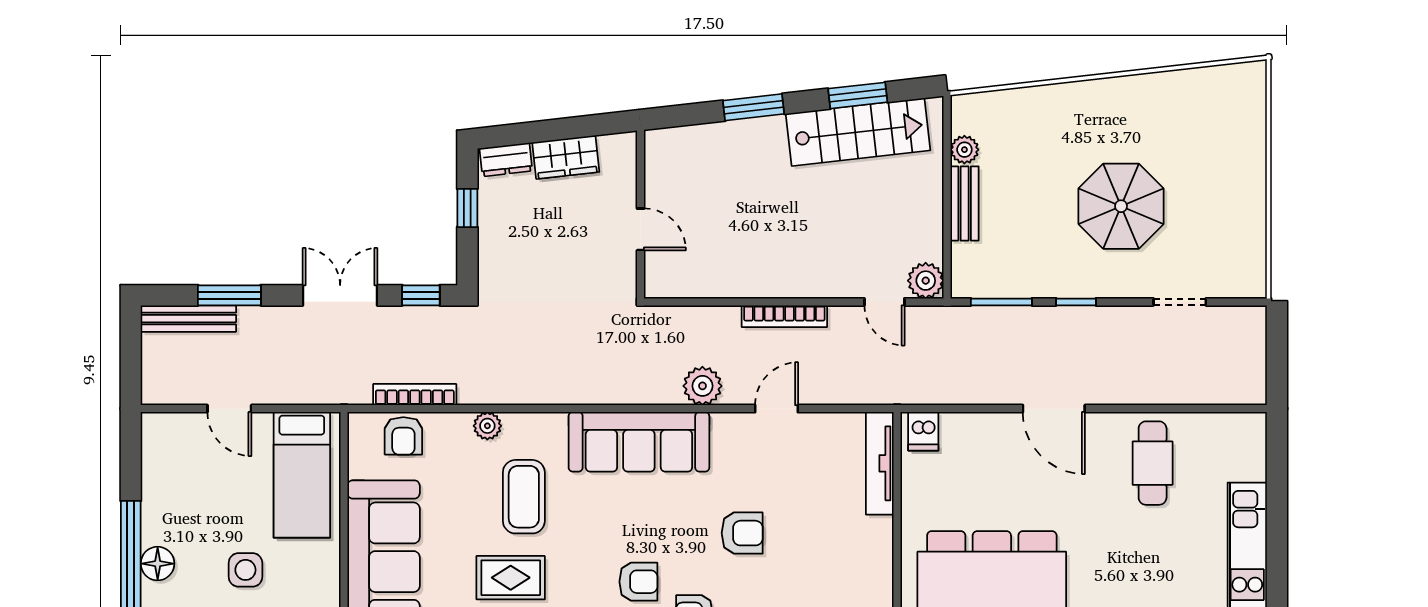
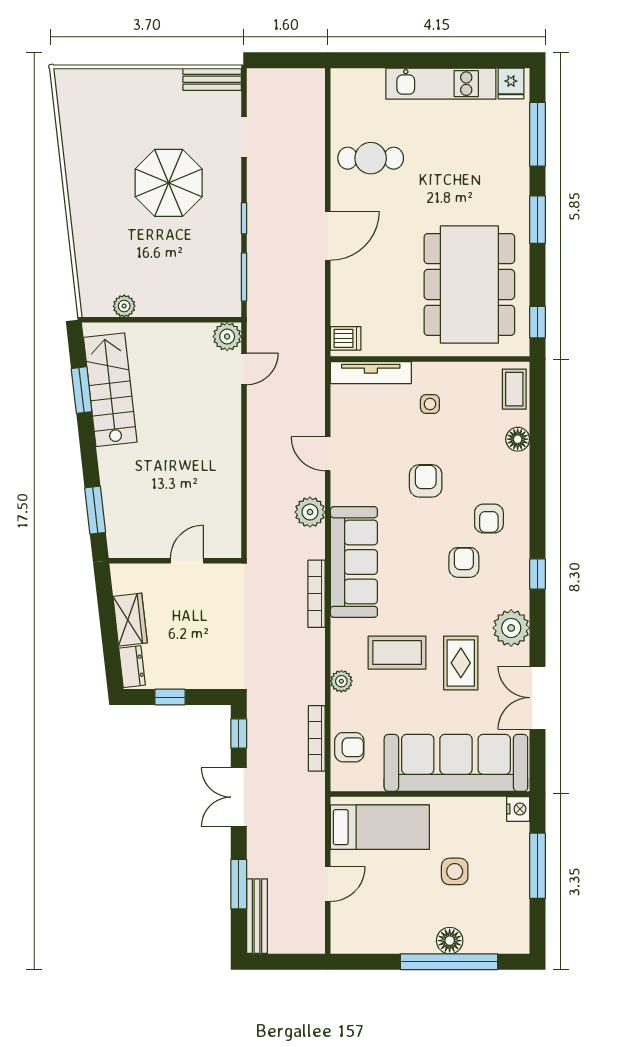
window: (754, 107) -> (95, 510), moved
bench: (965, 203) -> (212, 79), moved
bookcase: (784, 316) -> (317, 594), moved, turned 180
side table: (840, 538) -> (430, 404), added

